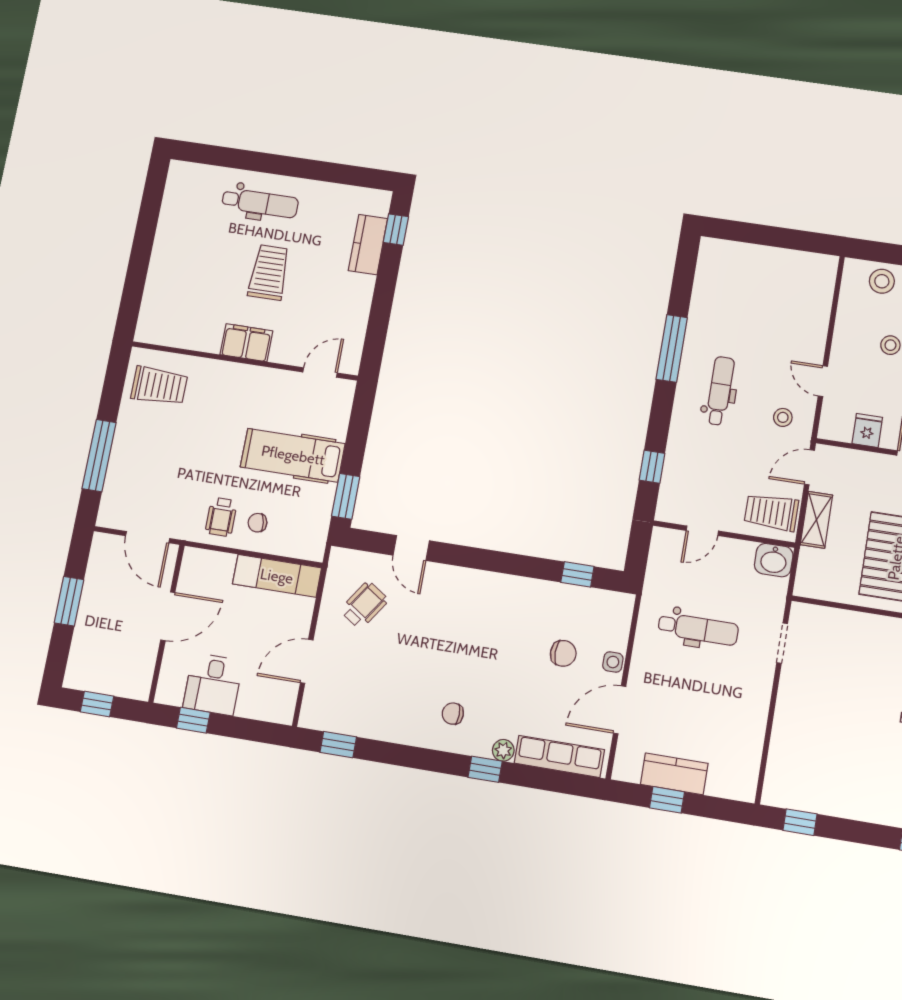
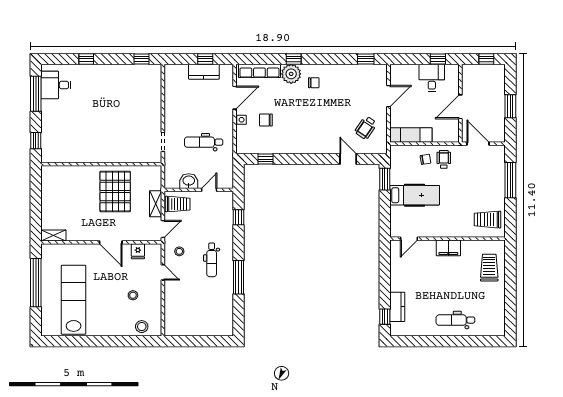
trolley: (269, 272) -> (489, 268), moved, turned 180
washbasin: (774, 560) -> (189, 181), moved
plant: (503, 750) -> (291, 74), width x1.87, depth x1.87

